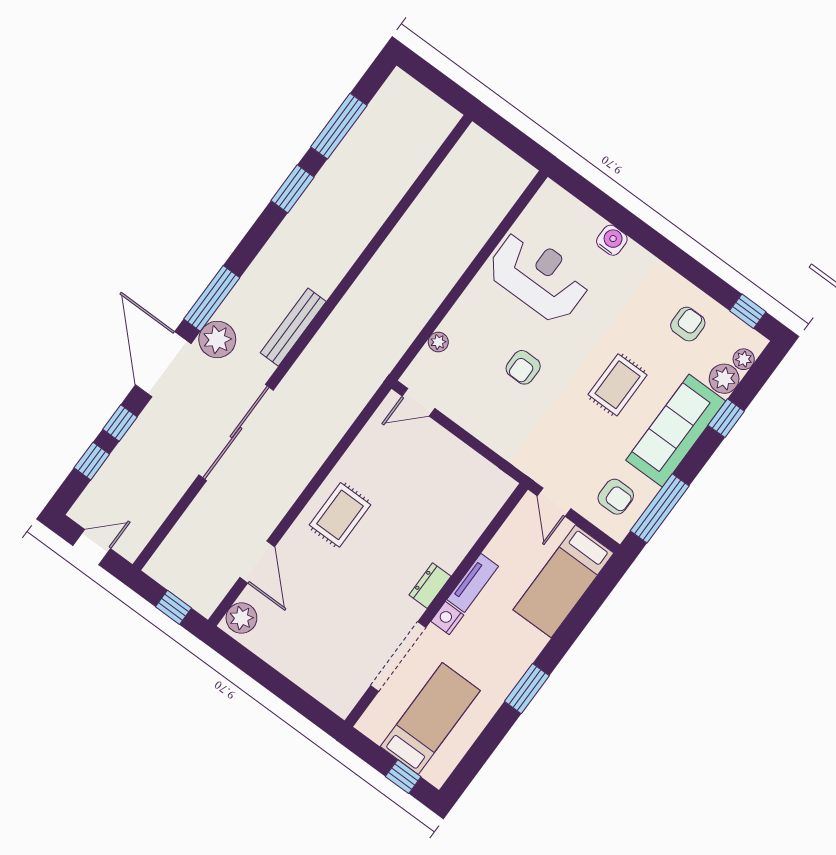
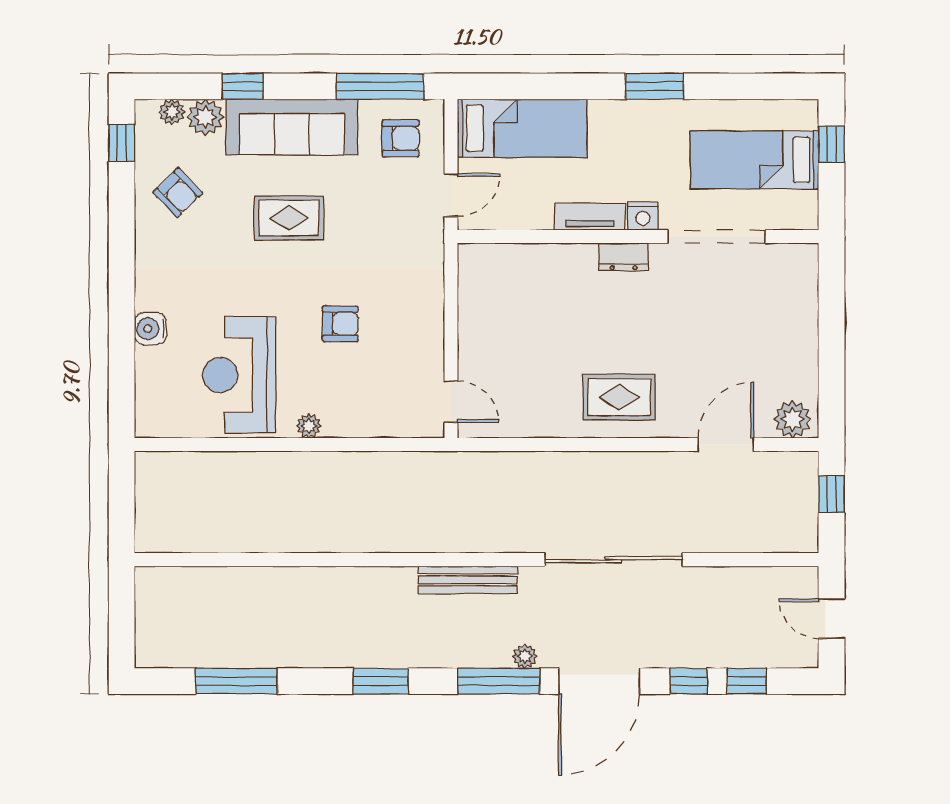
window: (293, 189) -> (381, 681), moved
armchair: (688, 324) -> (178, 193), turned -134
plant: (217, 339) -> (525, 656), width x0.53, depth x0.53
plant: (438, 342) -> (309, 426), moved
armchair: (616, 497) -> (401, 138), turned 90

